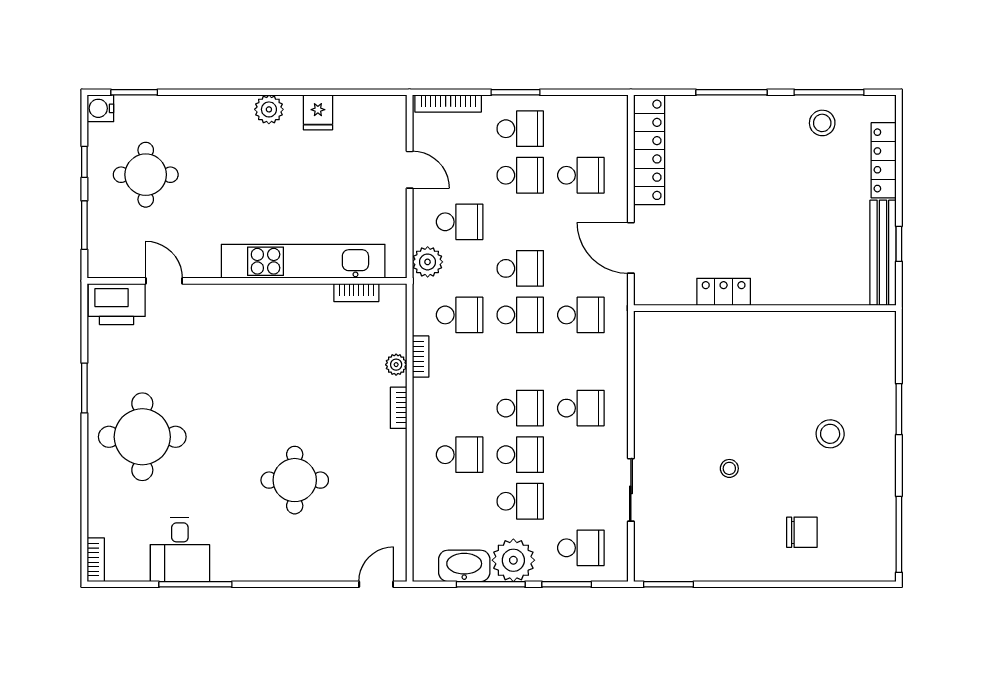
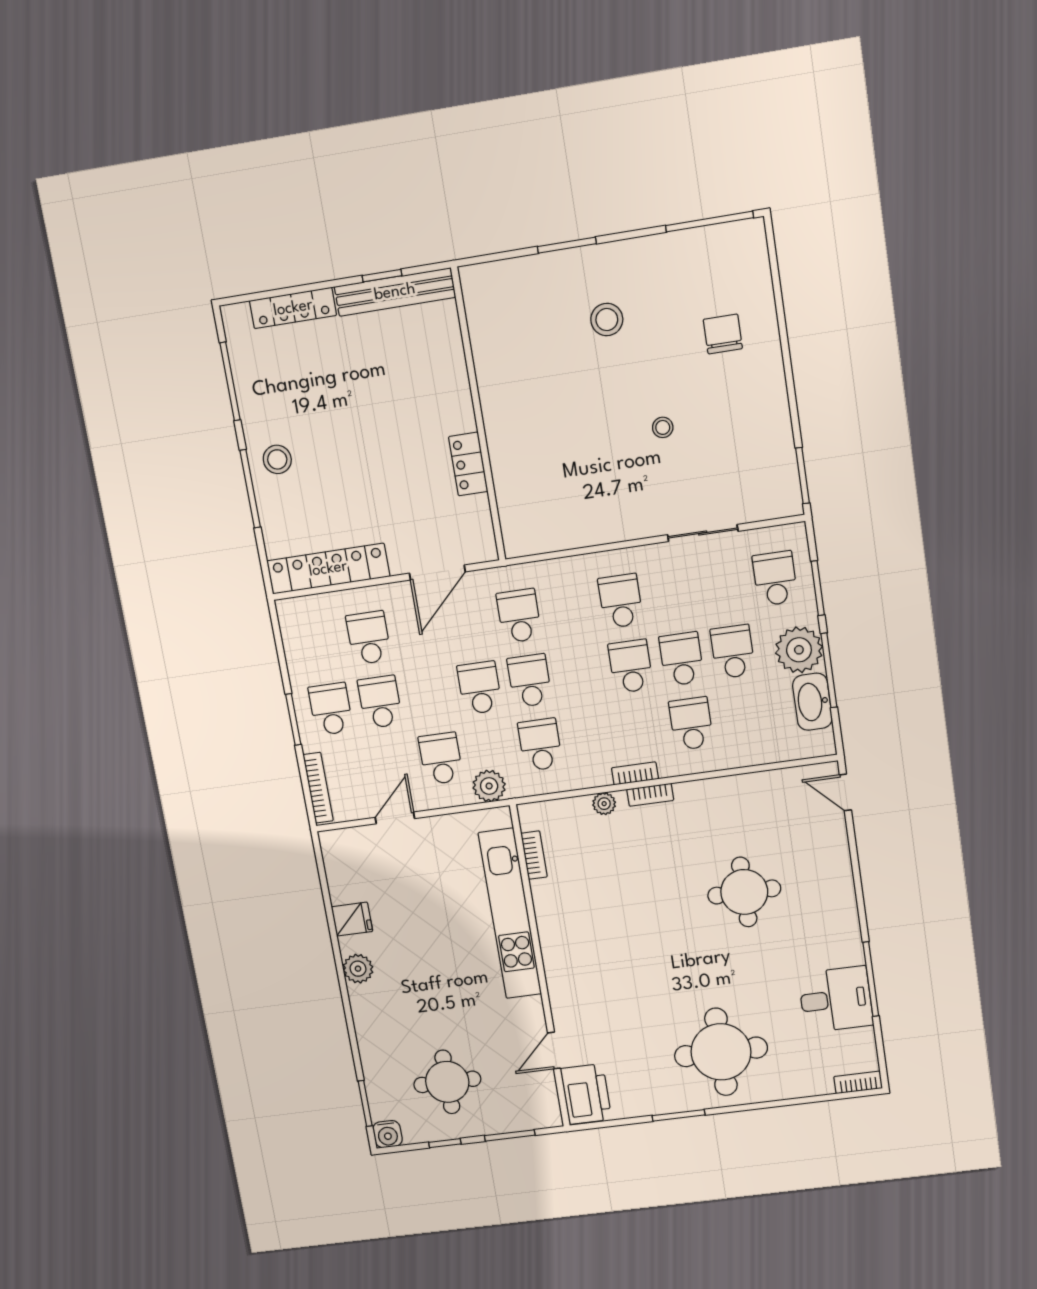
stool: (822, 123) -> (277, 459), moved
bookcase: (421, 357) -> (635, 773), moved

